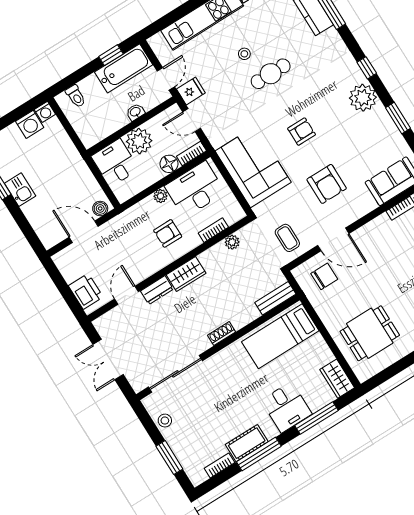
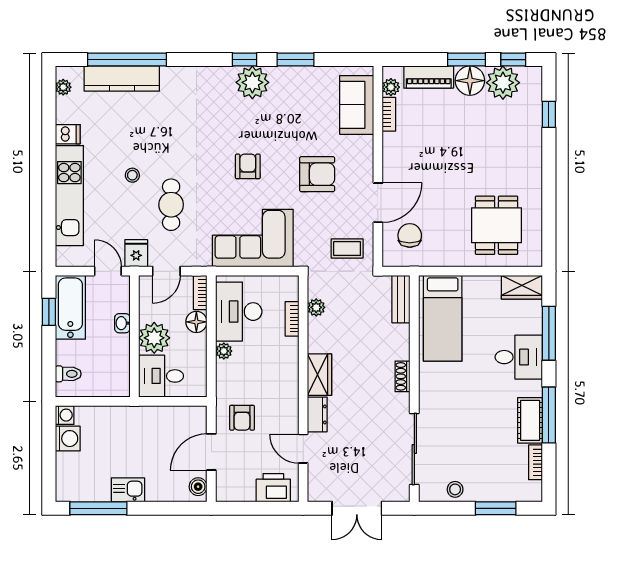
window: (367, 68) -> (244, 60), moved
cafe table: (271, 74) -> (171, 205), moved
boiler: (100, 208) -> (198, 487), moved
armchair: (168, 233) -> (242, 418), moved

